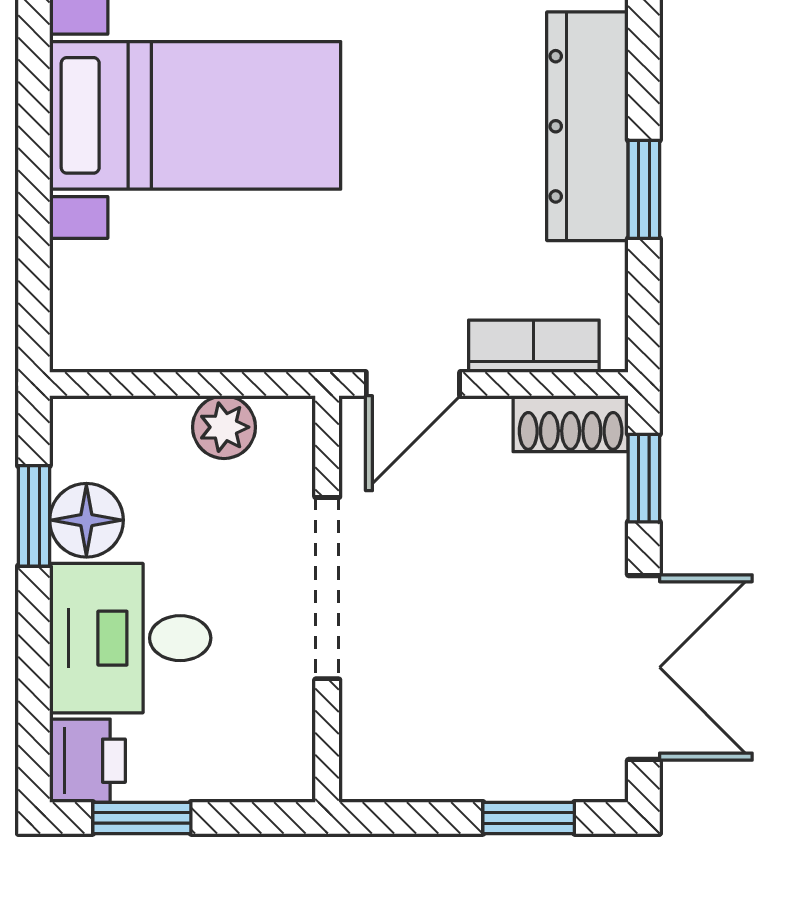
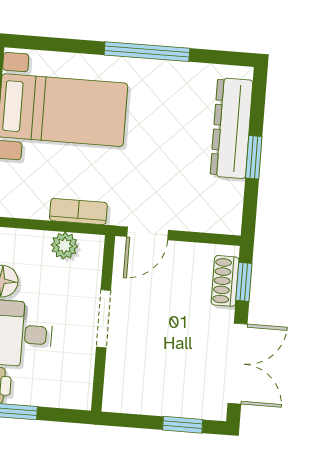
bookcase: (534, 346) -> (78, 212), moved
shoe rack: (571, 424) -> (225, 281), moved, turned 90
doorway: (327, 588) -> (103, 319), width x0.73

